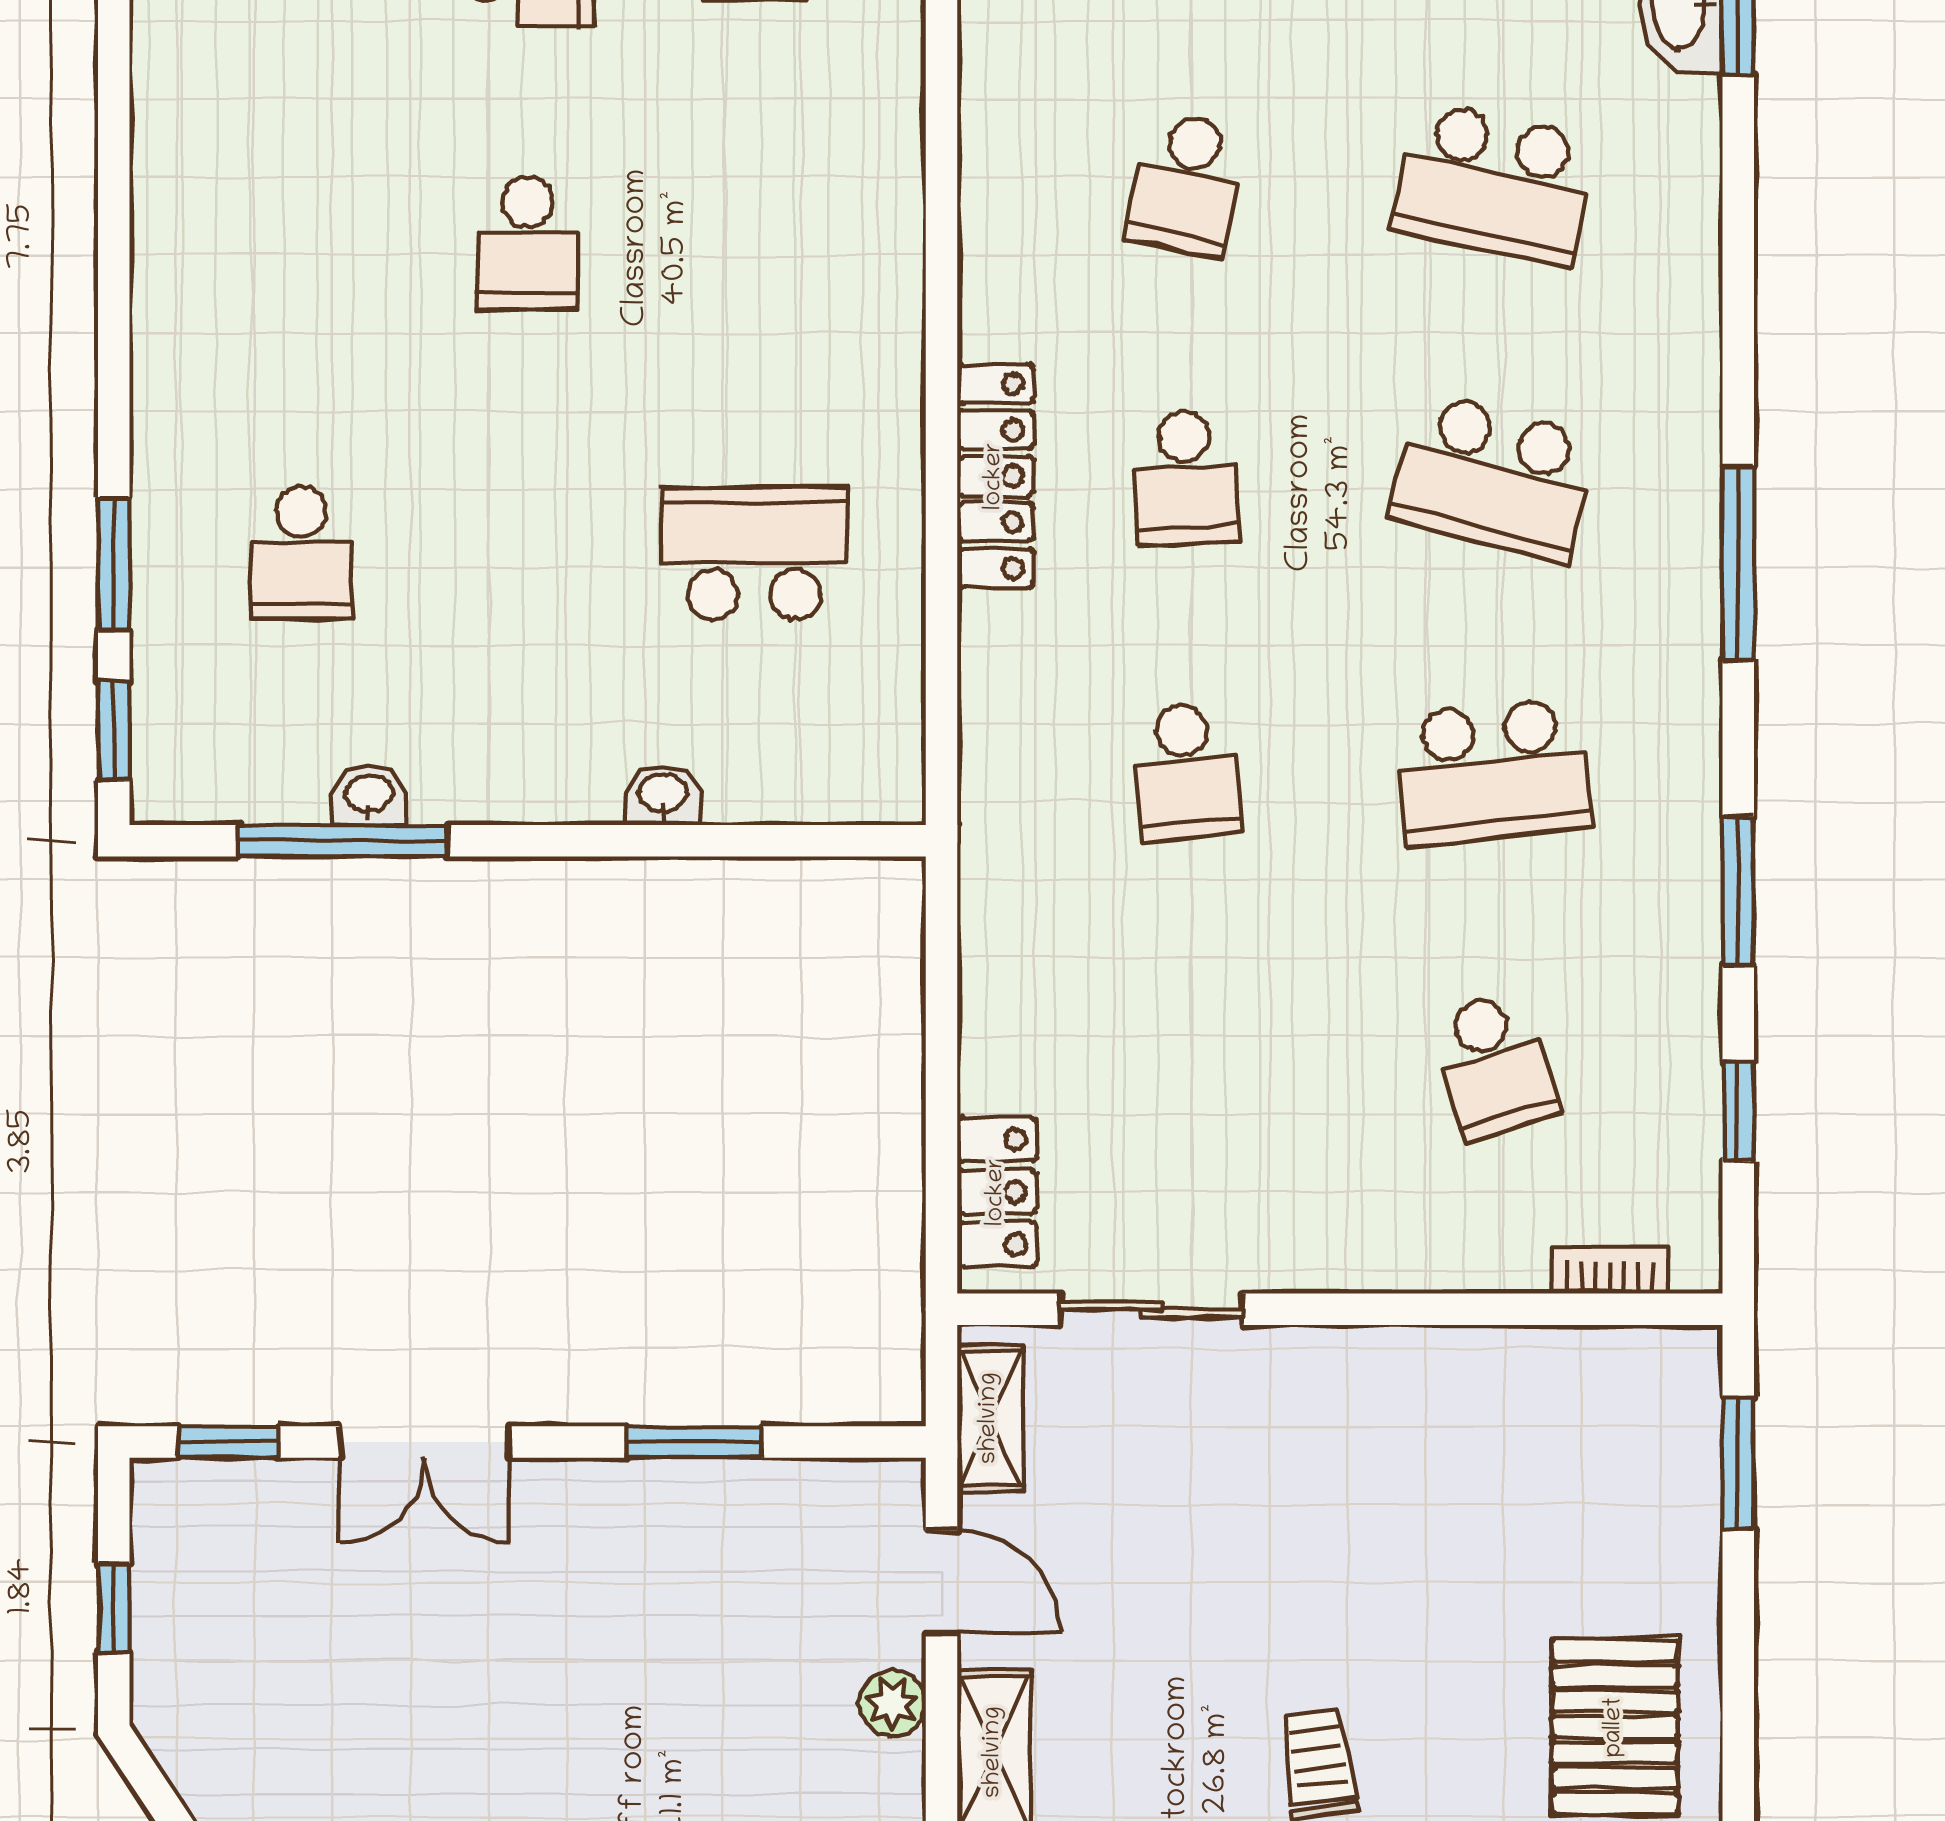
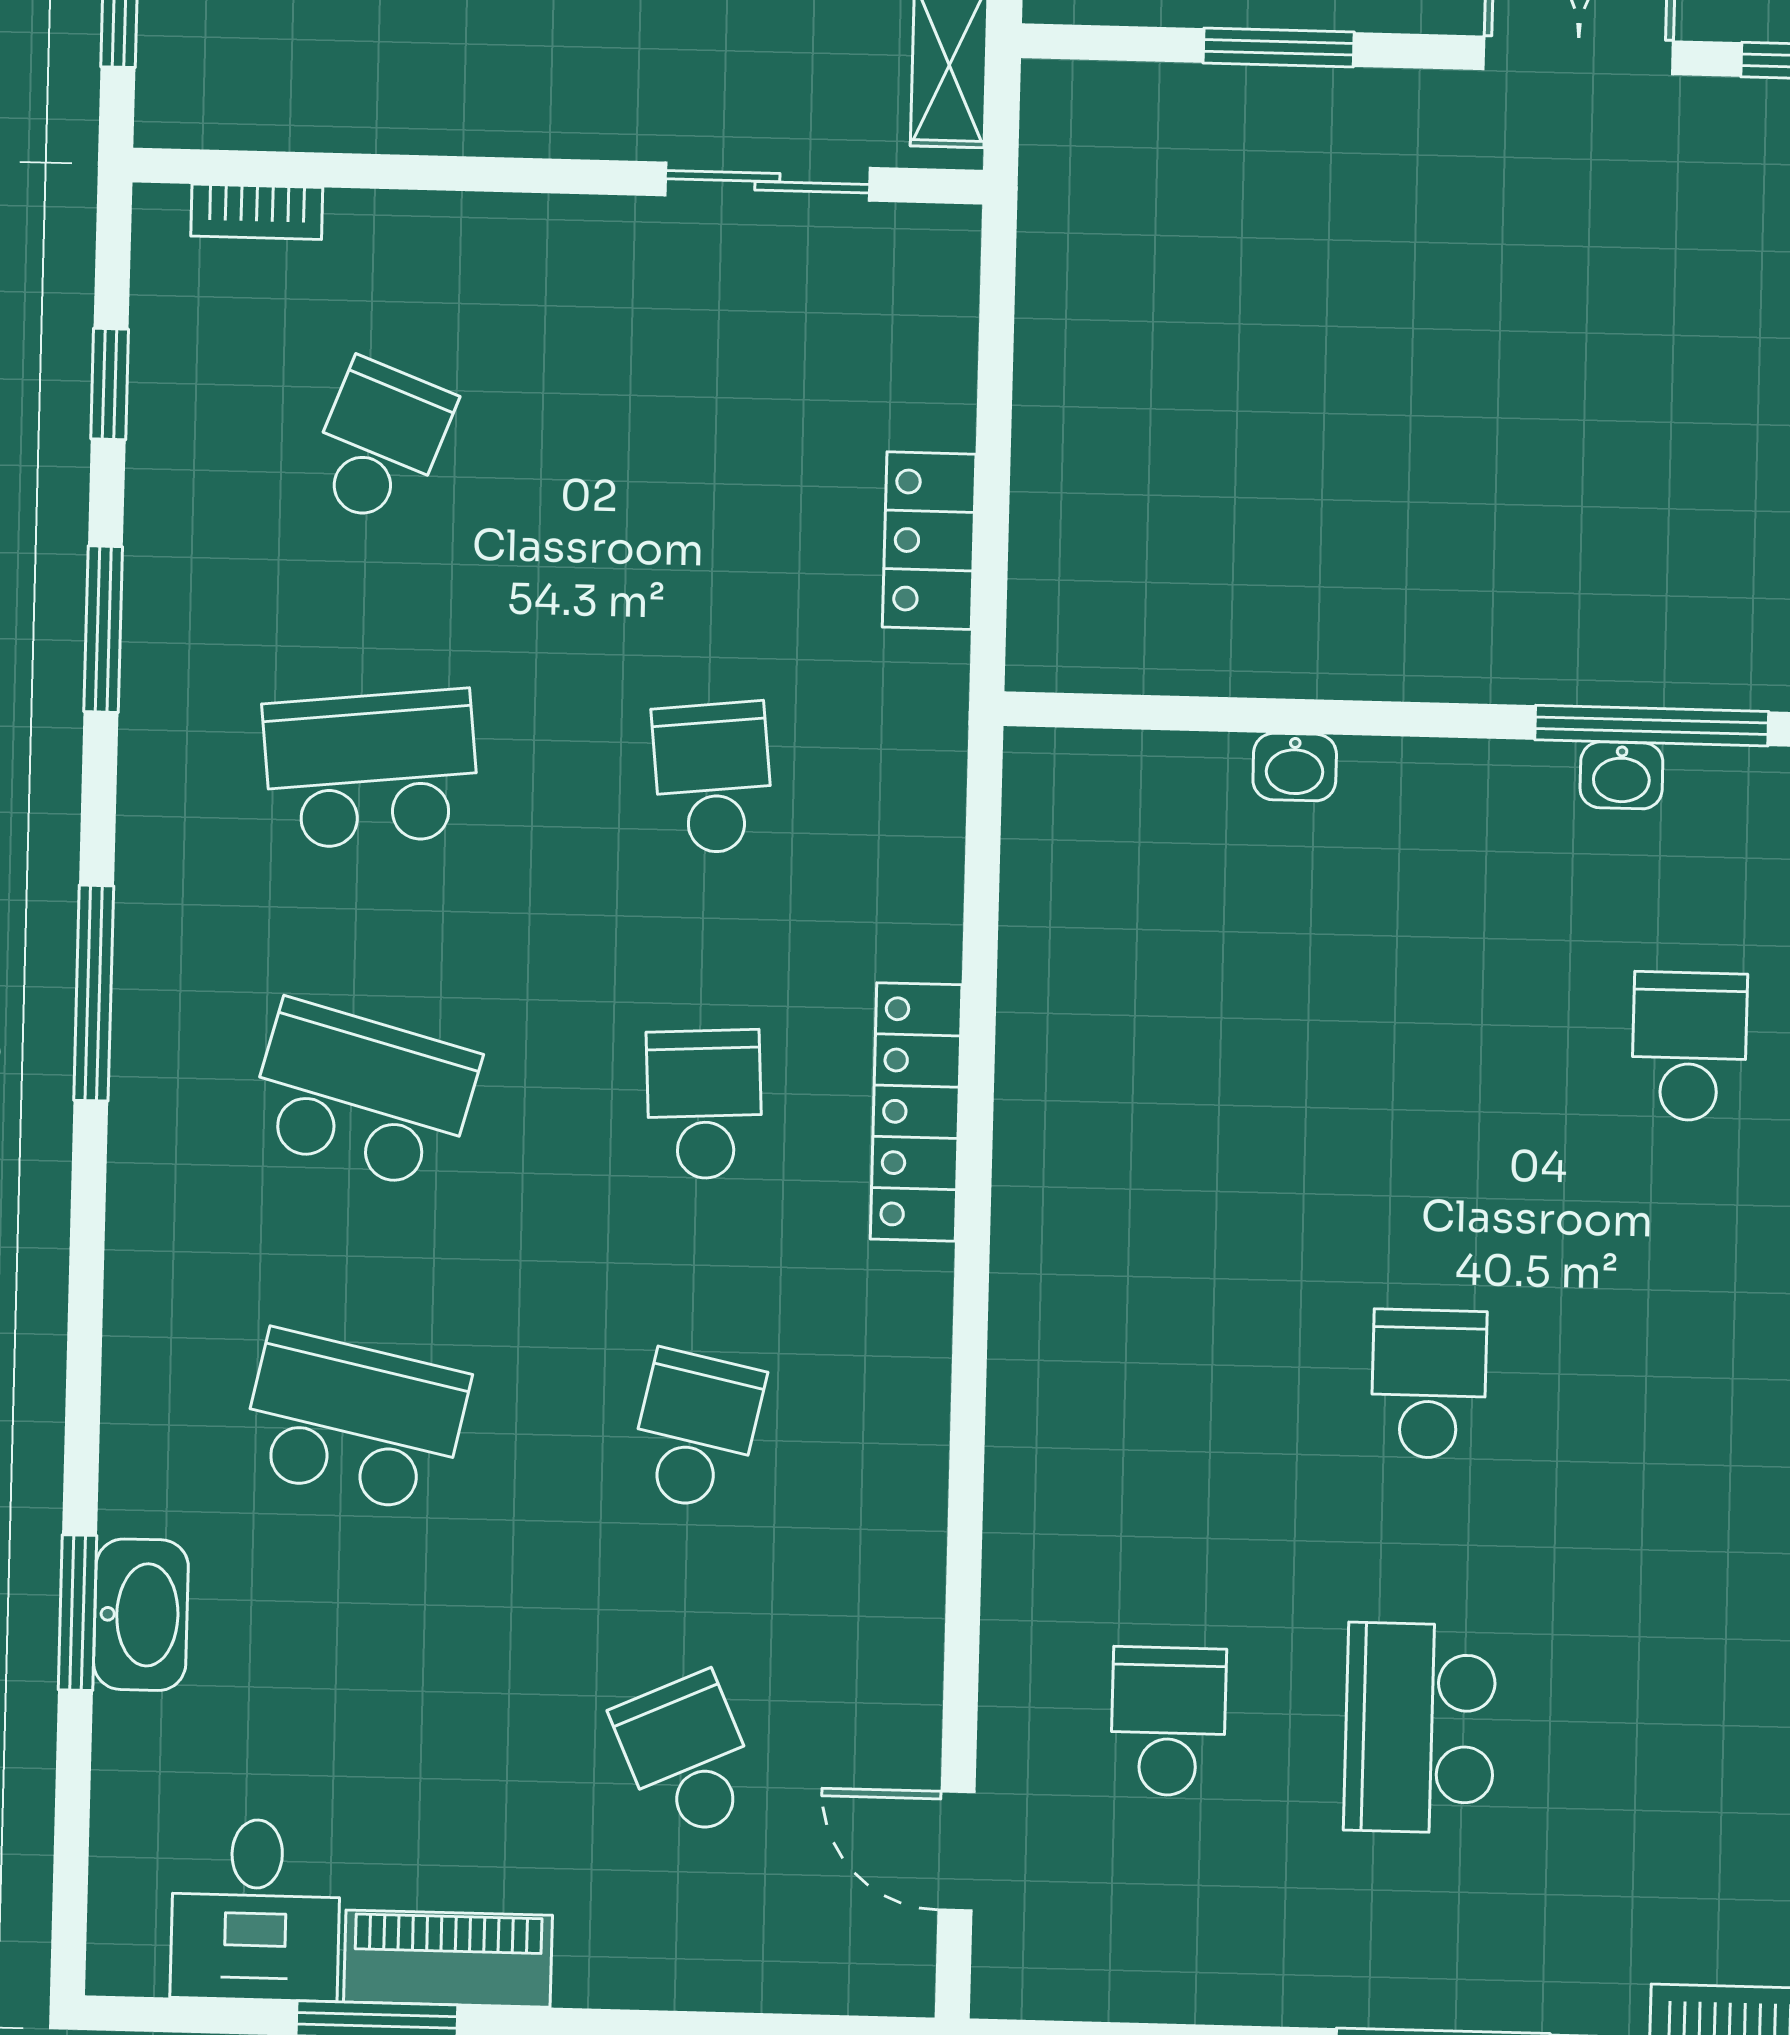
school desk: (754, 553) -> (1186, 1033), removed
school desk: (1494, 1065) -> (380, 443), turned 39
locker: (997, 1192) -> (929, 541), moved

